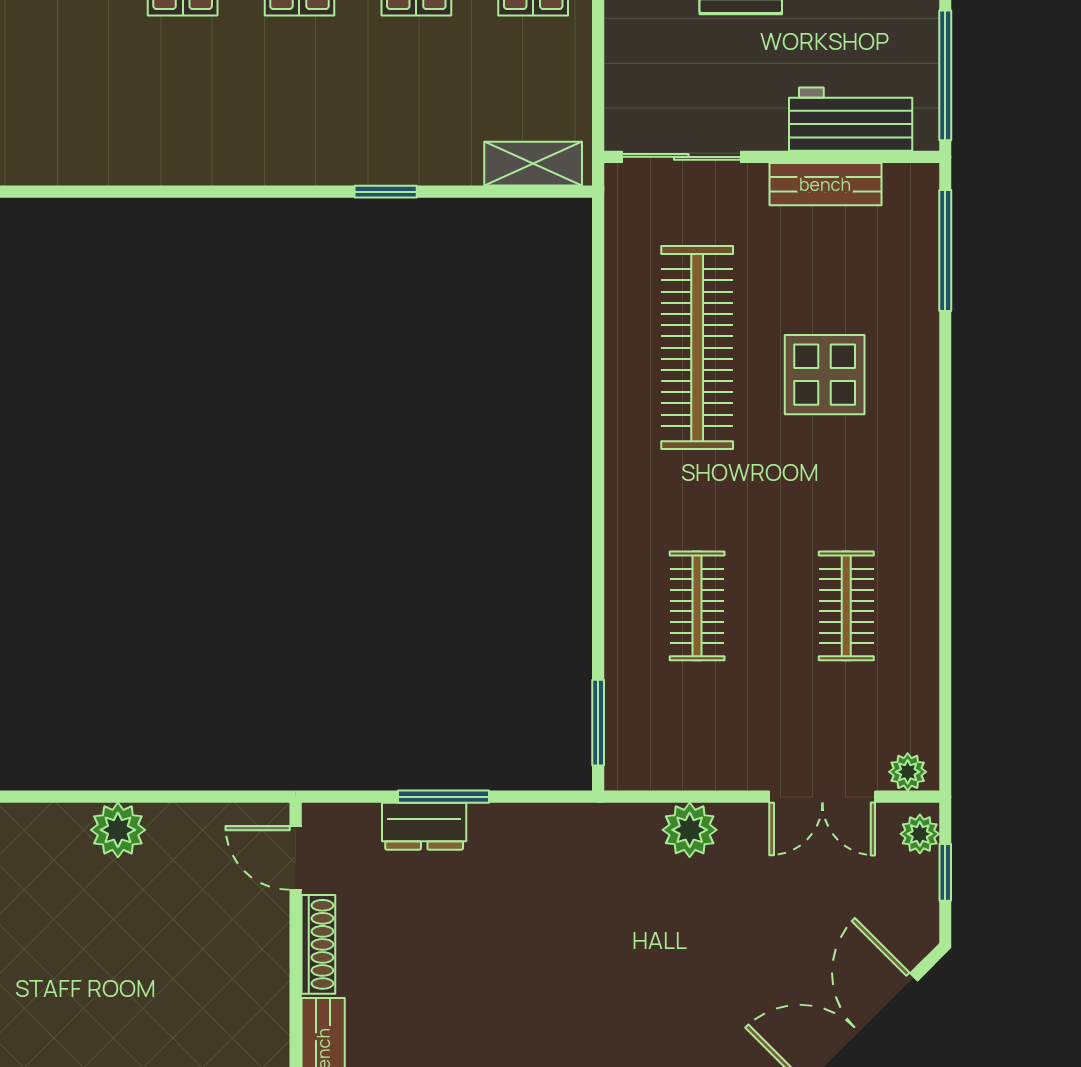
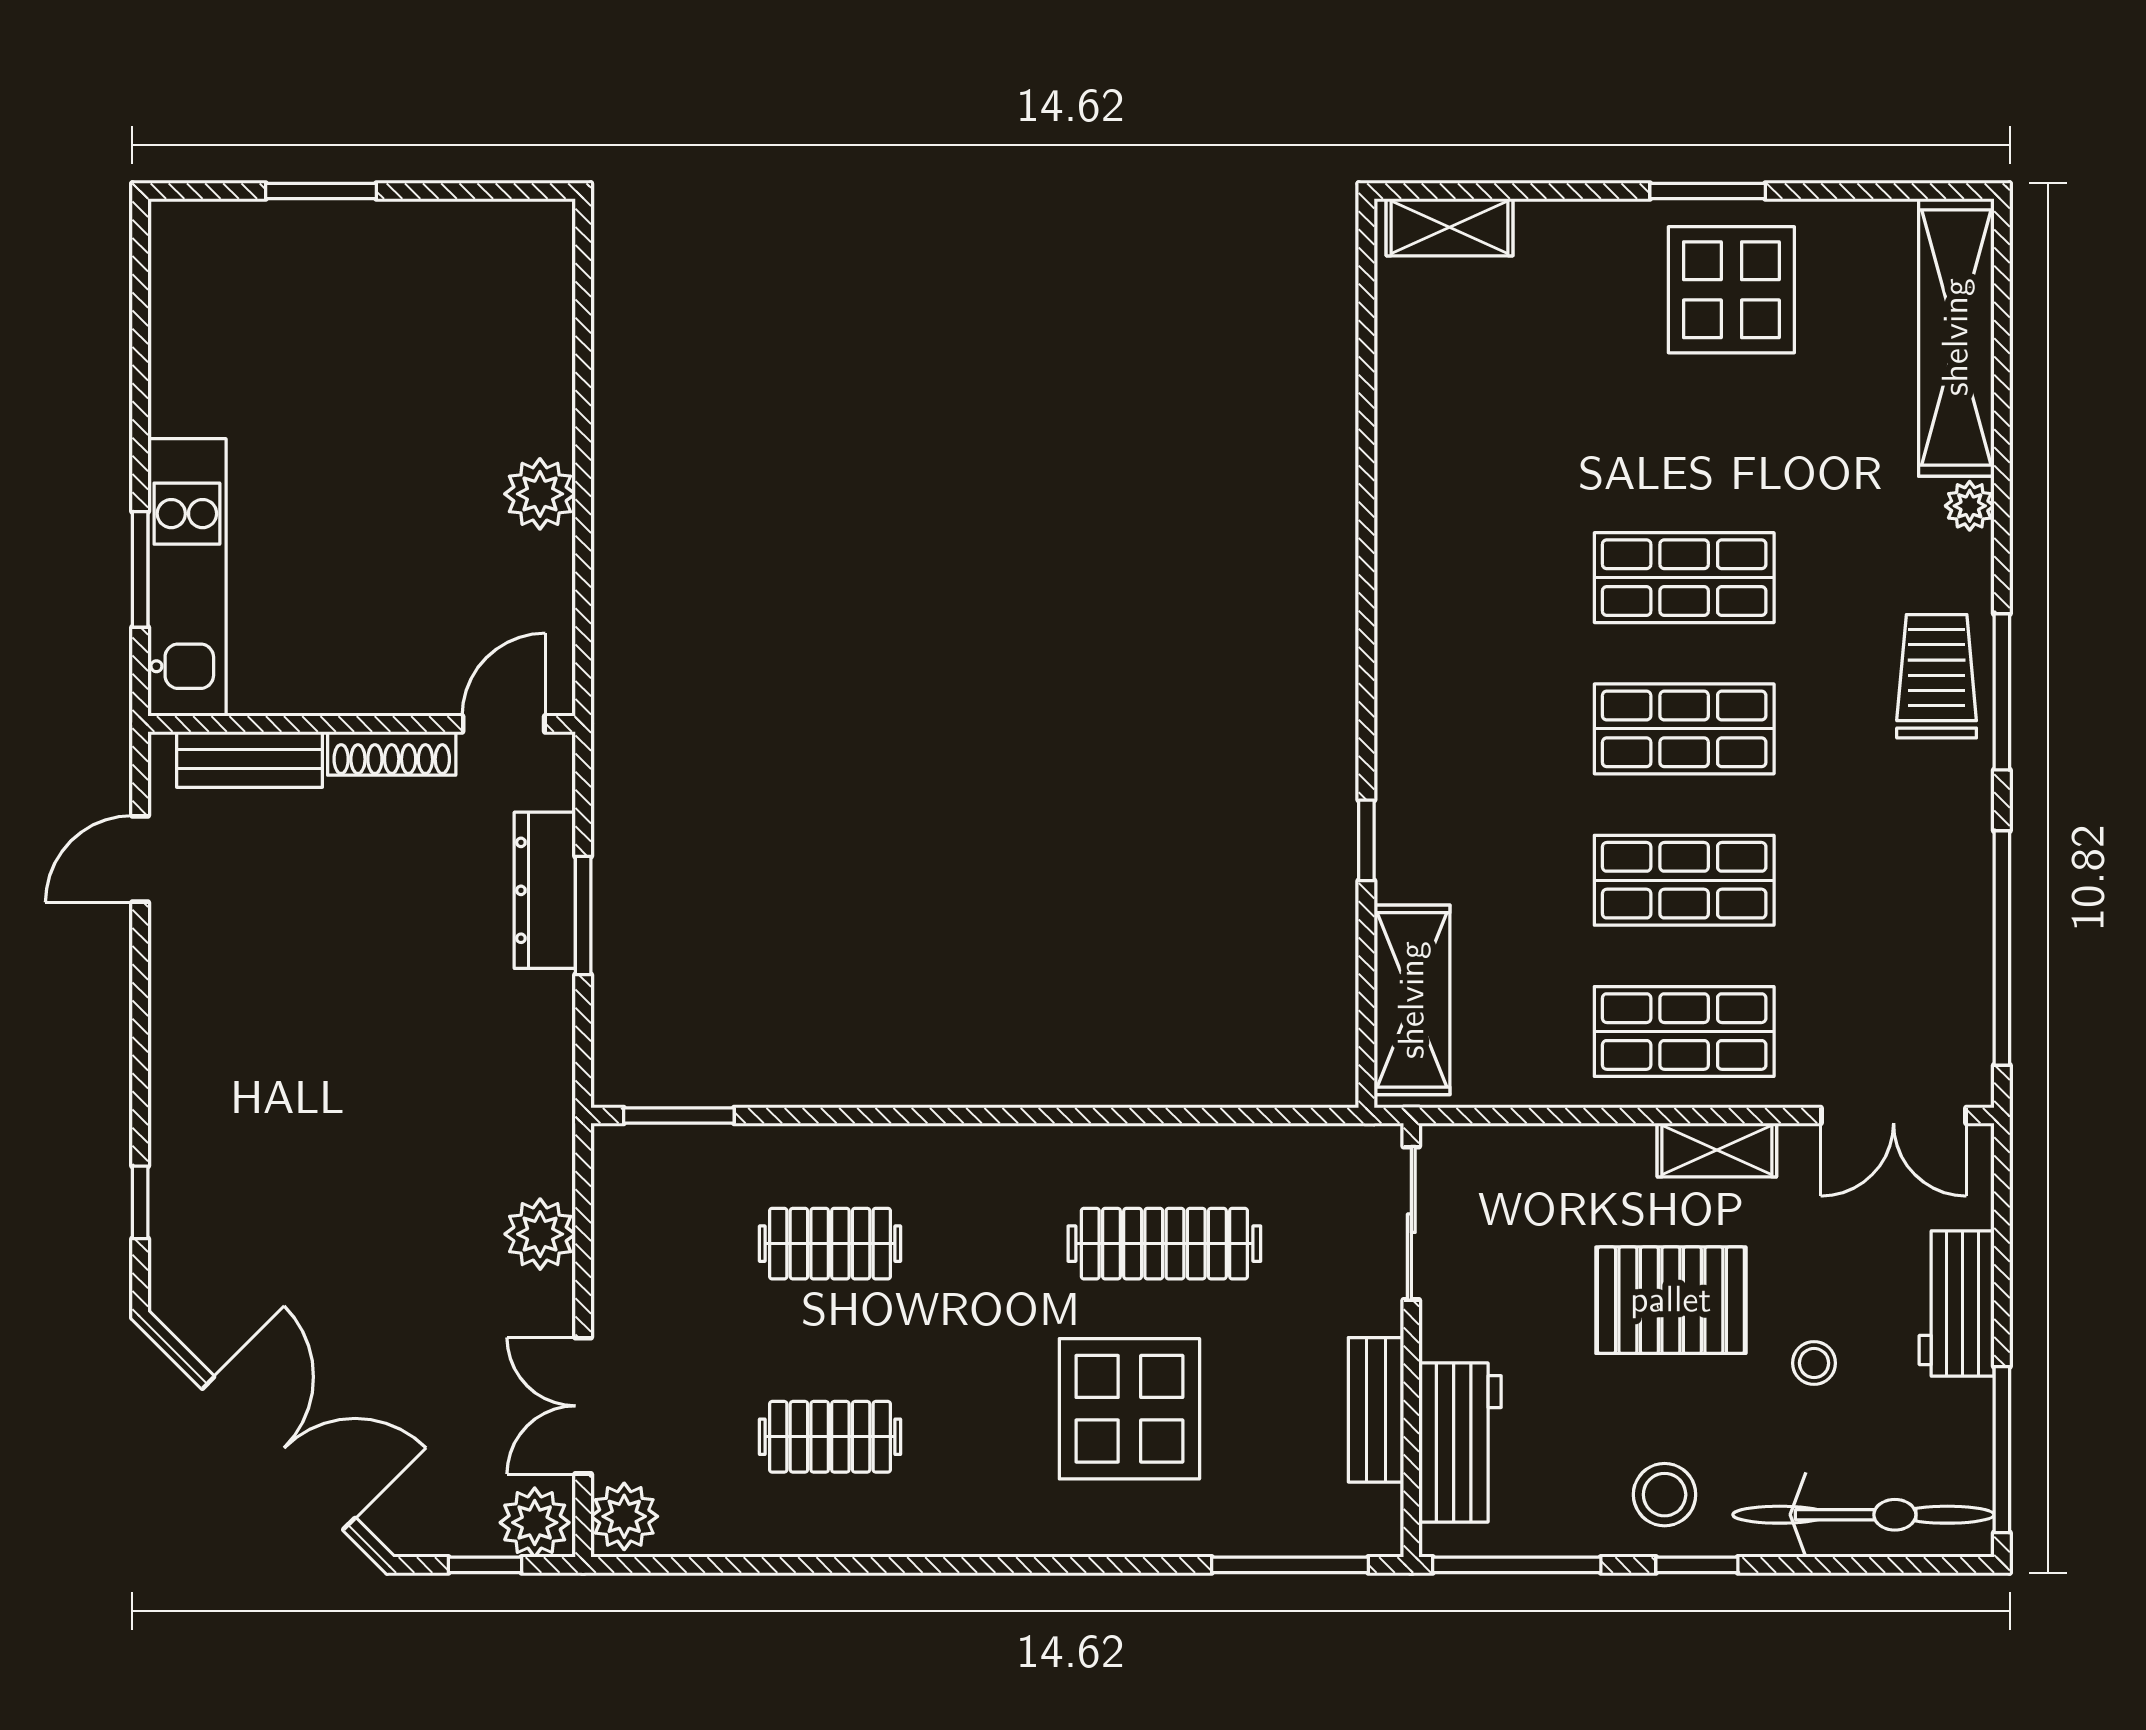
shelving: (533, 164) -> (1412, 1000), width x1.50, depth x1.33
clothes rail: (697, 348) -> (1164, 1244), width x0.73, depth x0.76
display table: (825, 375) -> (1129, 1409), width x1.36, depth x1.36
plant: (908, 772) -> (624, 1516), width x1.38, depth x1.38
dresser: (424, 826) -> (545, 890), width x1.44
plant: (920, 834) -> (535, 1523), width x1.38, depth x1.38

